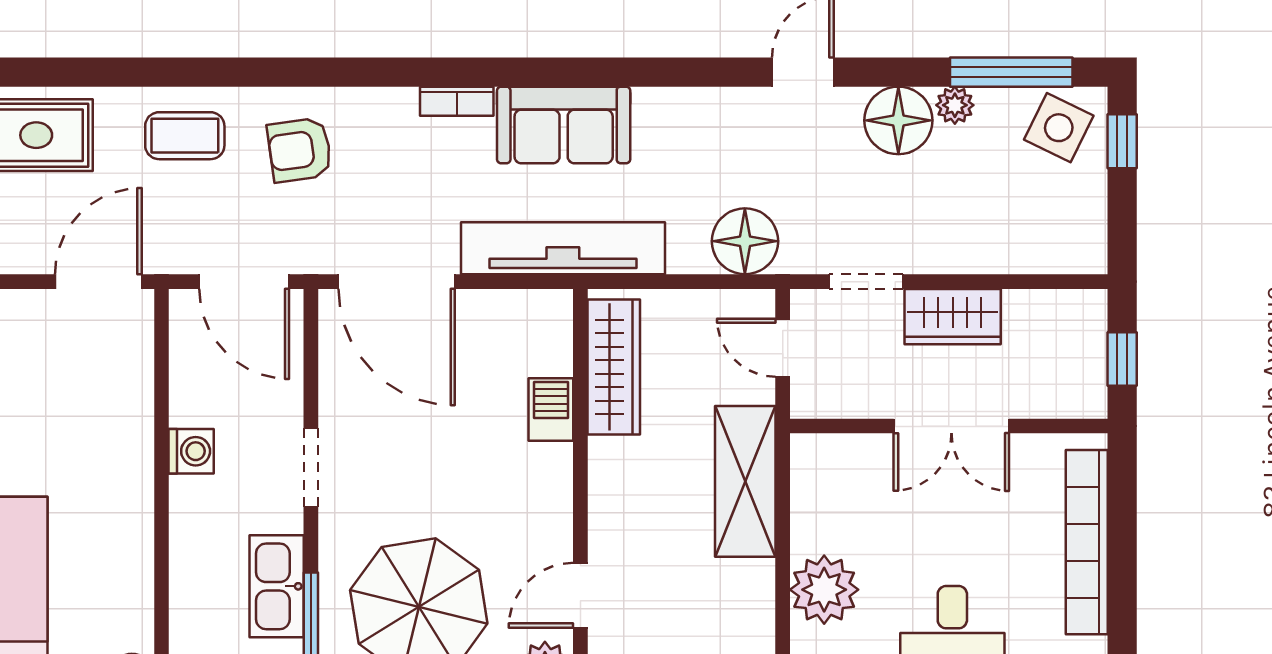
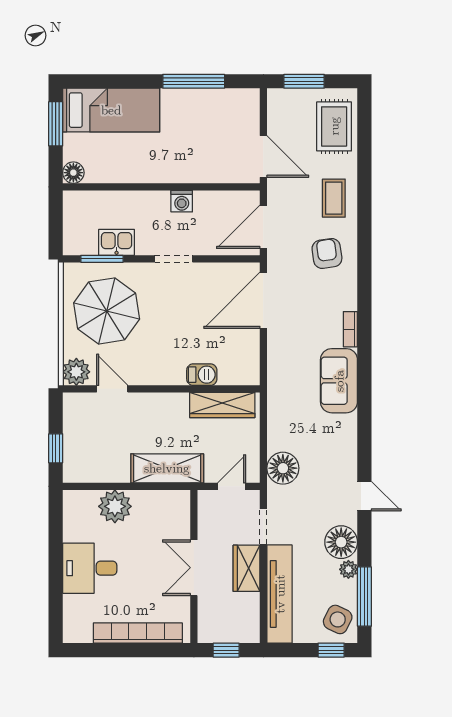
tv unit: (563, 248) -> (280, 594), moved
kitchen sink: (277, 586) -> (117, 242), width x0.73

